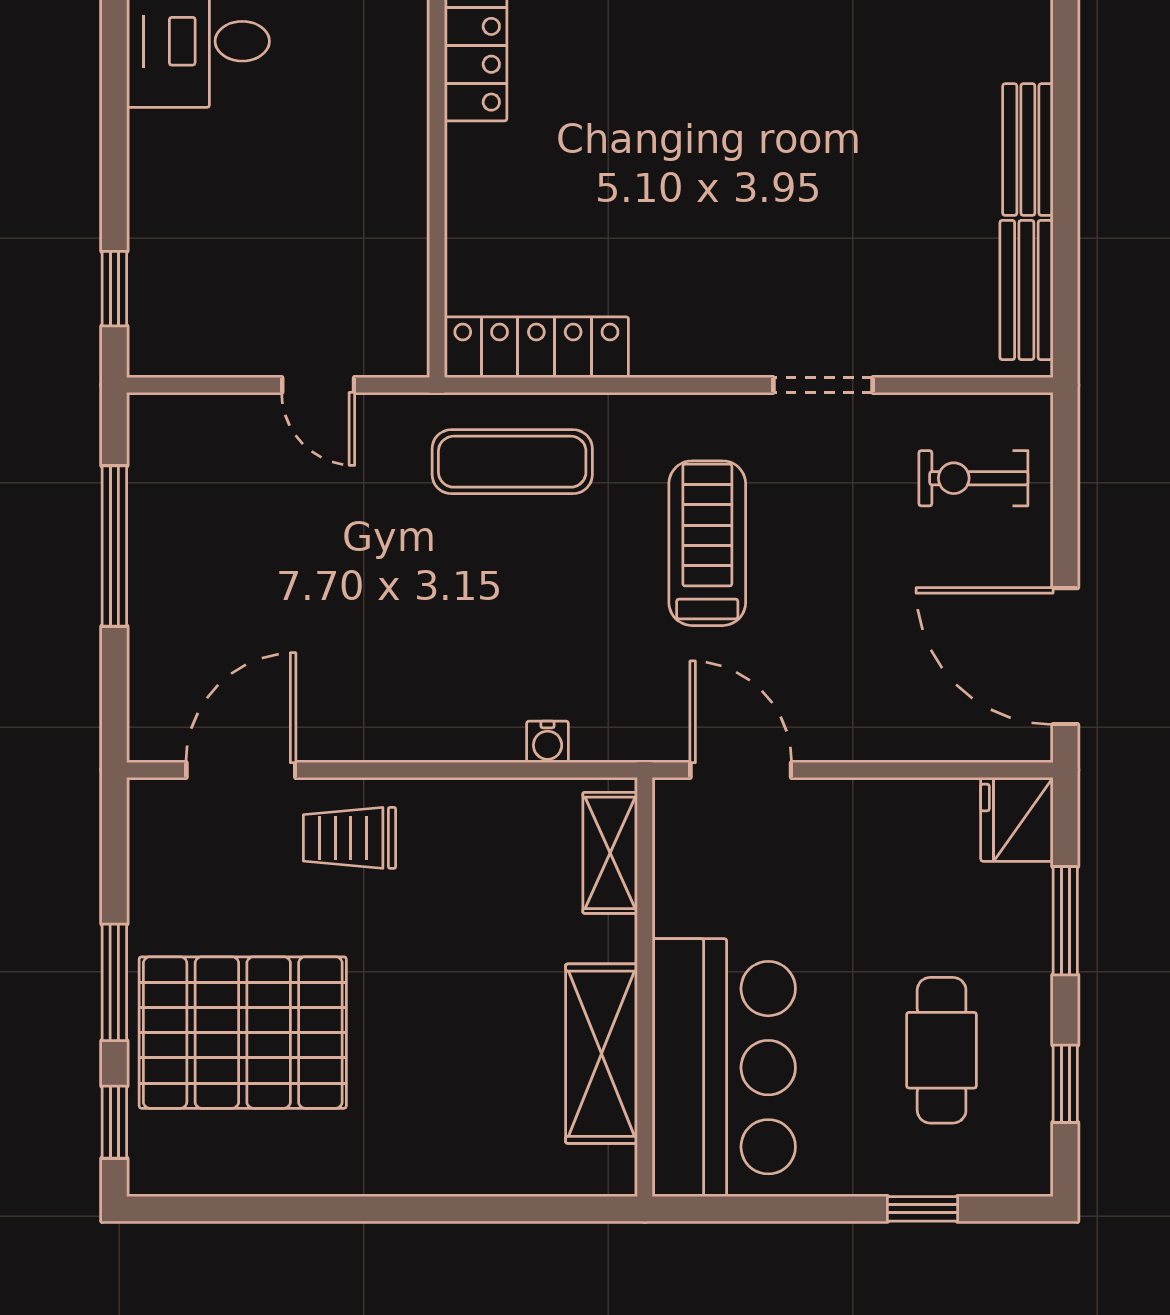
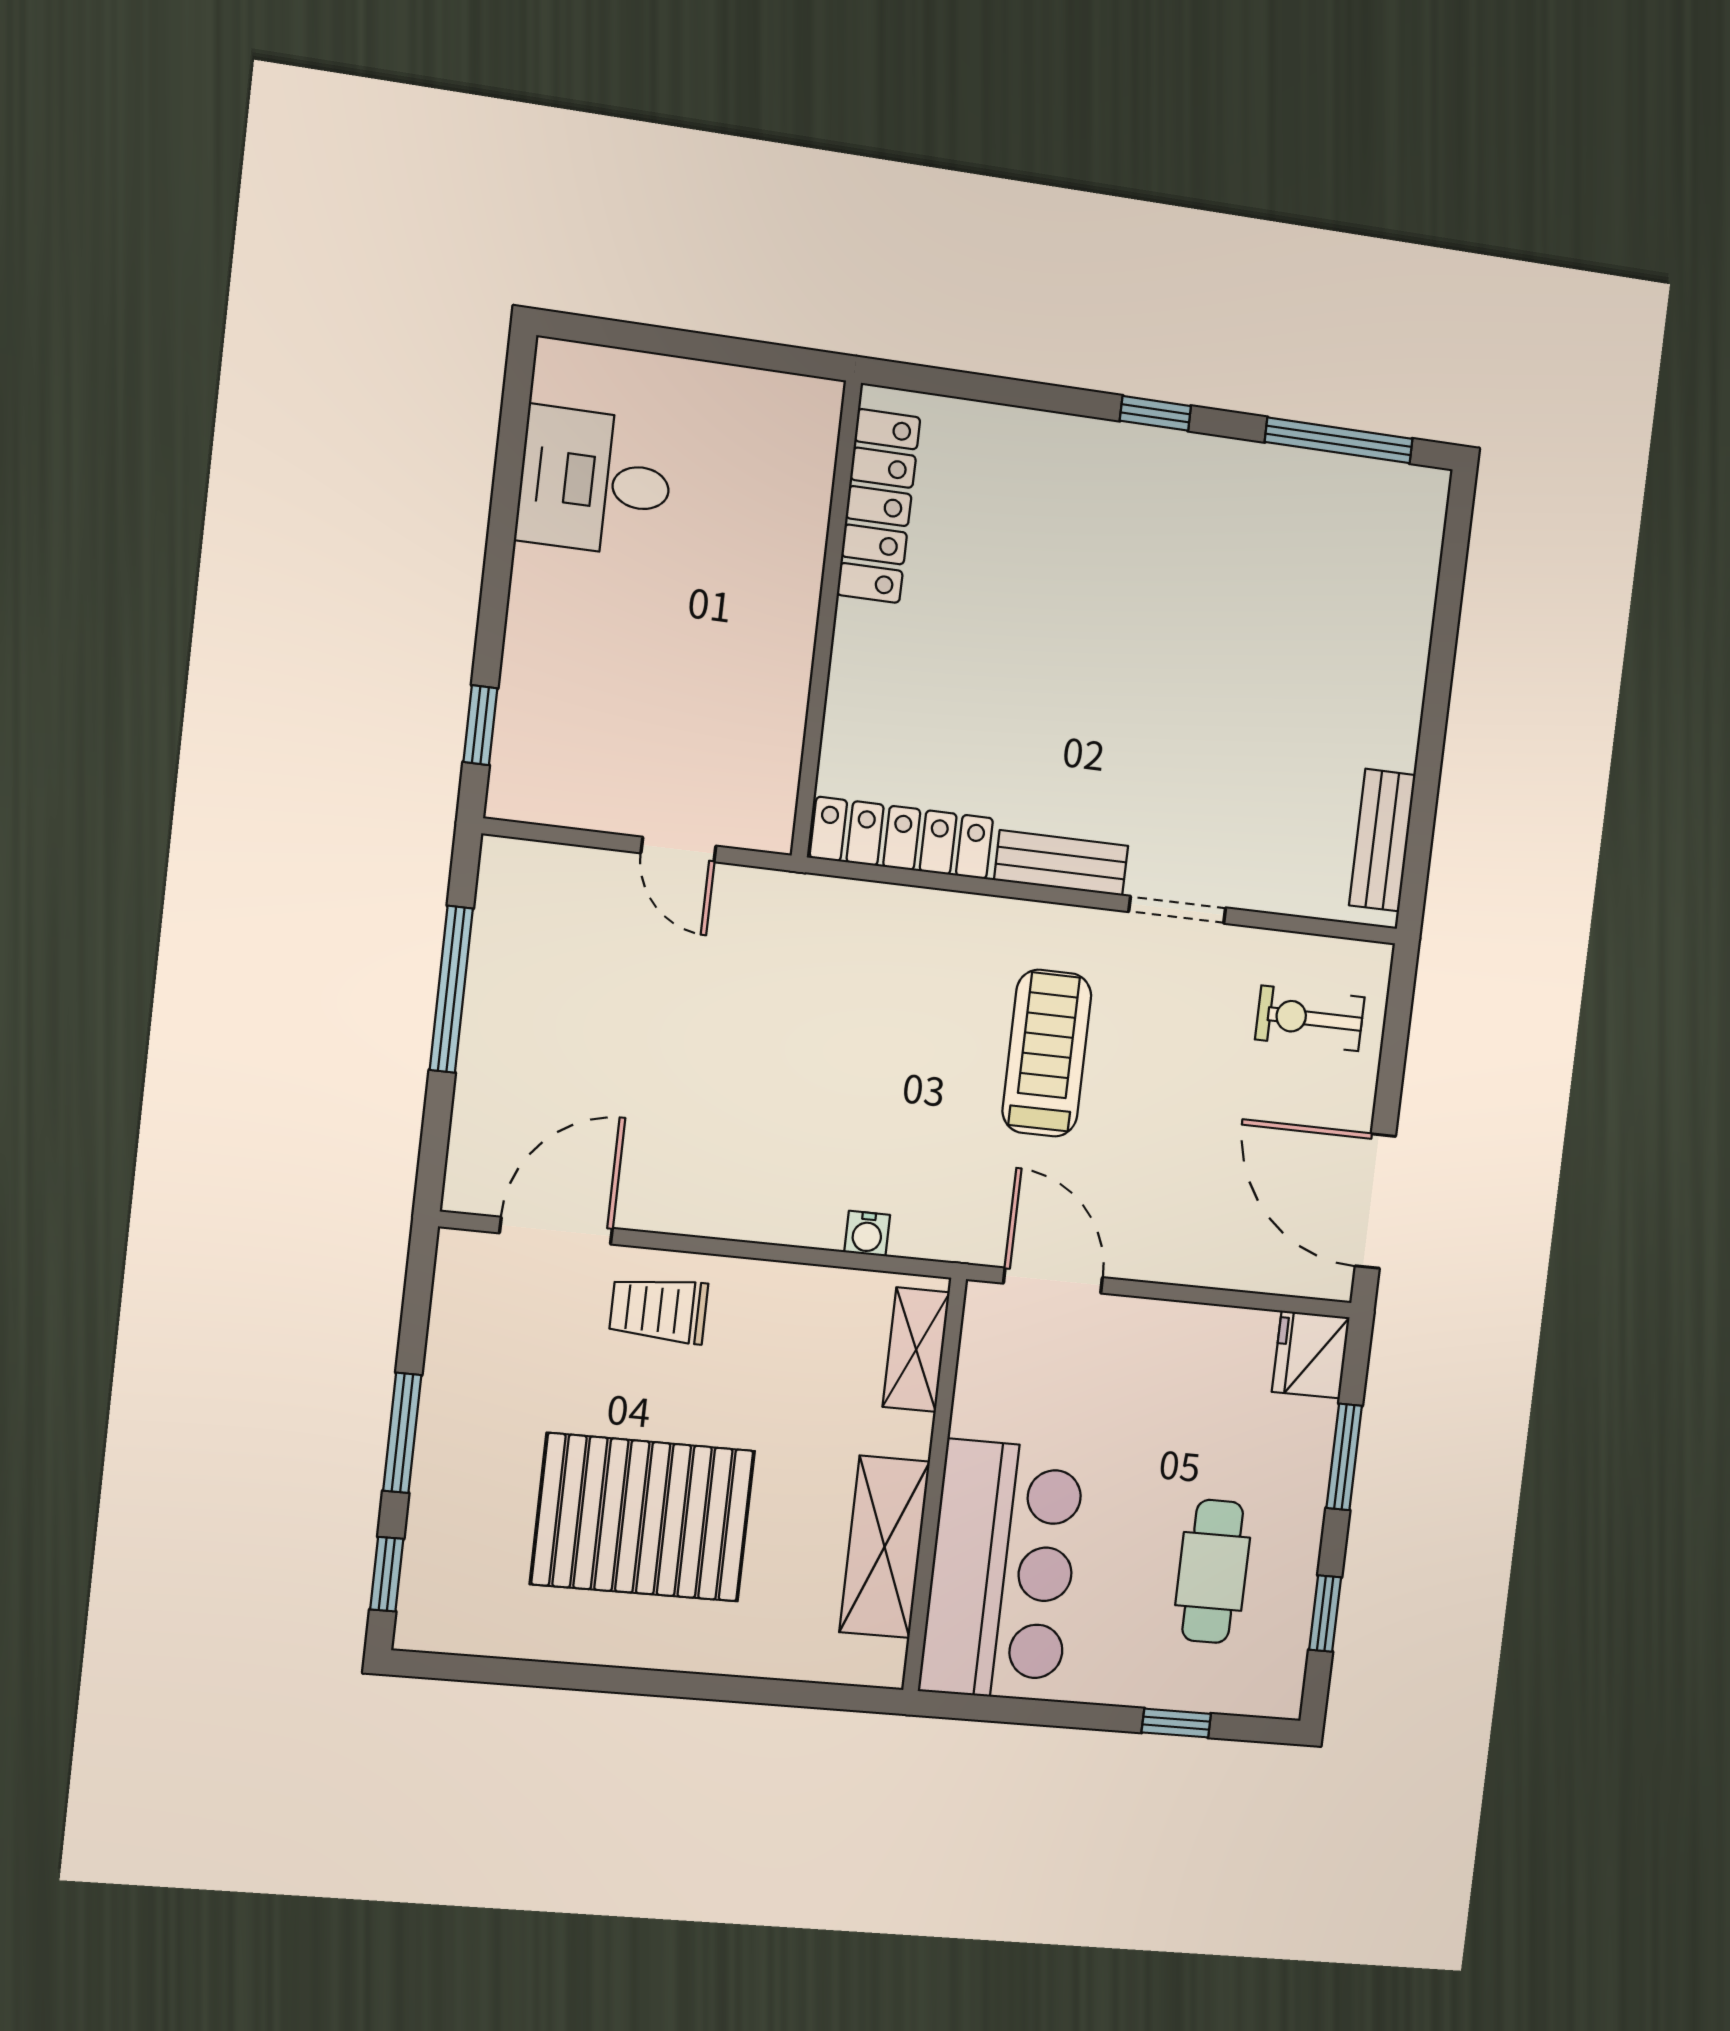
bench: (1028, 150) -> (1061, 863), moved, turned 90
exercise mat: (512, 462) -> (865, 950), removed
pallet: (243, 1033) -> (643, 1517), moved

